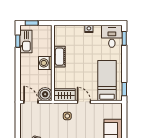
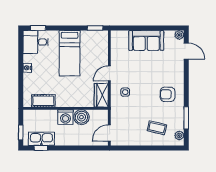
cot: (60, 57) -> (43, 101), moved
bed: (107, 81) -> (70, 53), moved, turned -90
boiler: (45, 94) -> (81, 117), moved

